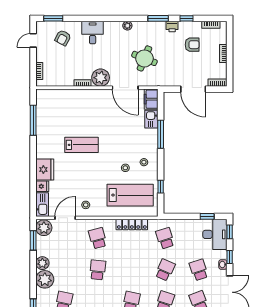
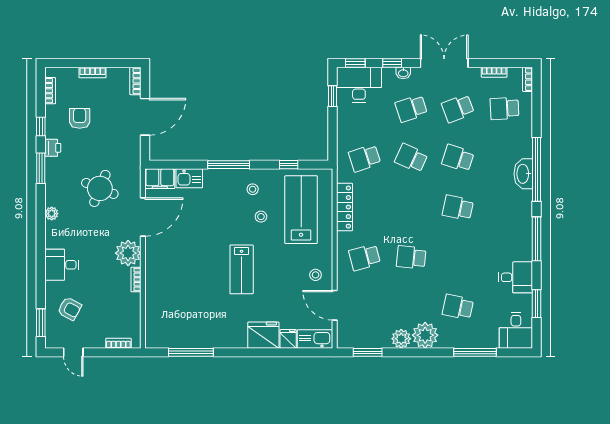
window: (161, 134) -> (229, 165), moved
lab bench: (81, 145) -> (242, 269), moved, turned 180
plant: (44, 228) -> (349, 337), removed

